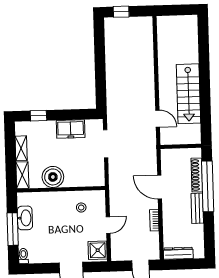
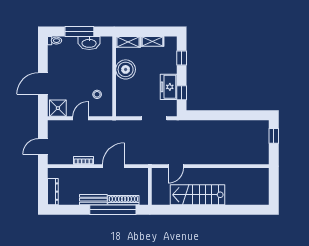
window: (77, 114) -> (182, 93), added
door: (108, 225) -> (80, 118), swing flipped
dresser: (178, 253) -> (53, 192), moved

